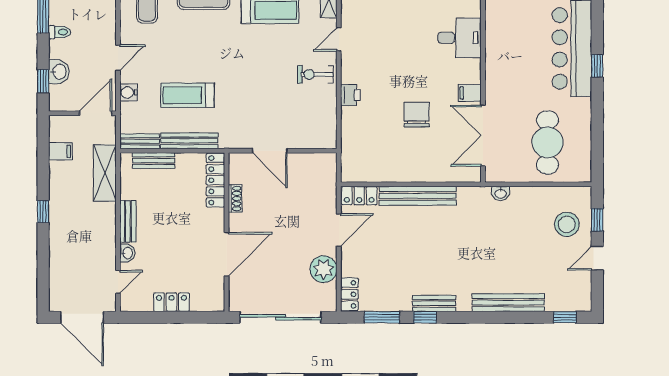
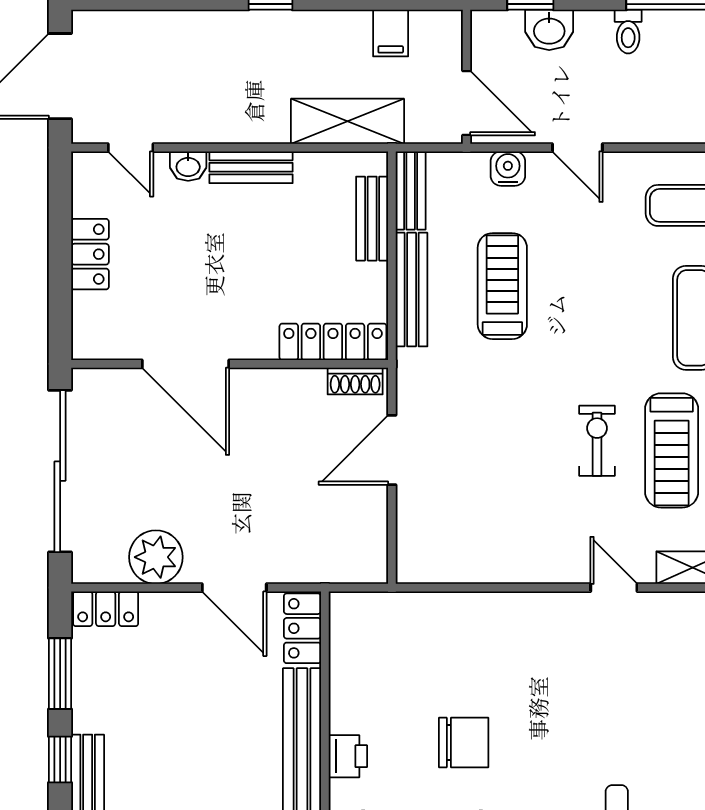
exercise bike: (315, 74) -> (597, 441), moved
printer: (350, 95) -> (348, 756), moved, turned -90
shoe rack: (235, 199) -> (355, 381), moved

